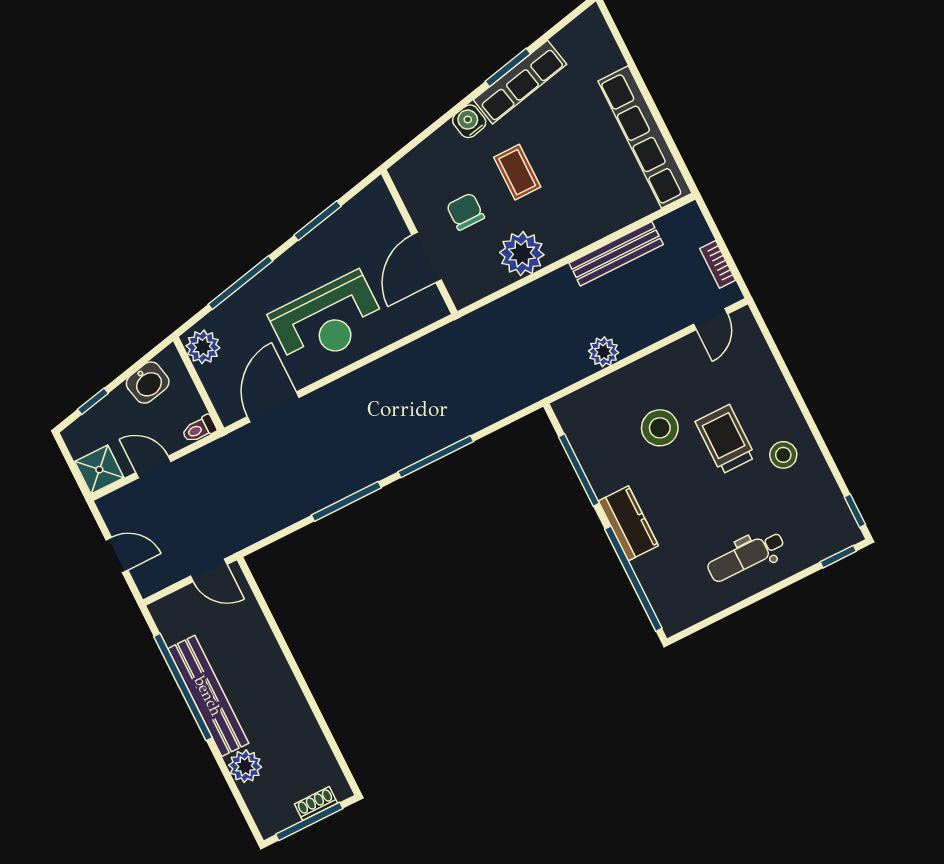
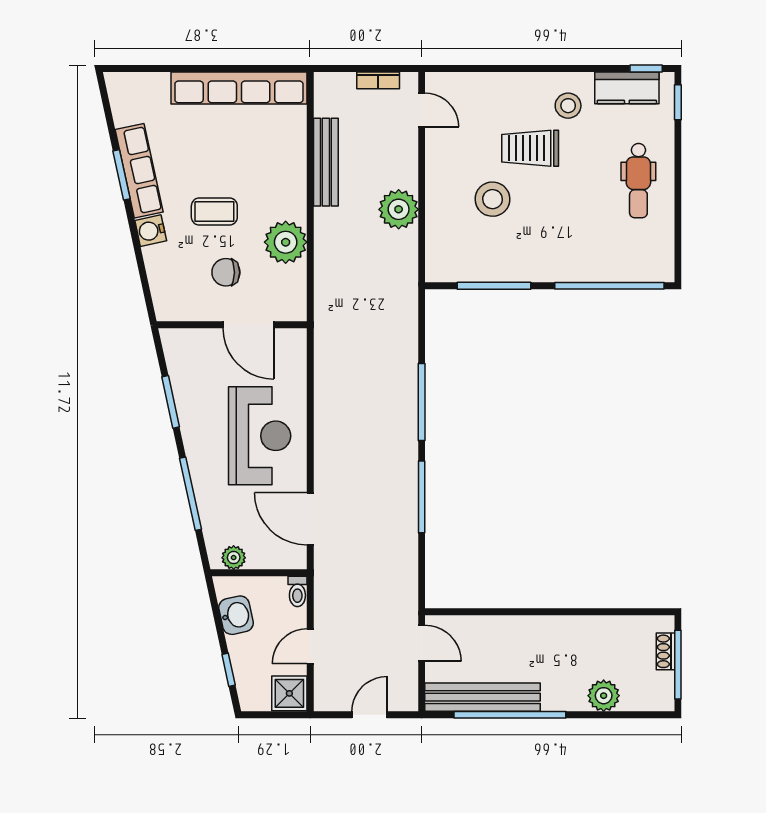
plant: (203, 347) -> (234, 558), width x0.73, depth x0.73
plant: (604, 352) -> (399, 209), width x1.36, depth x1.36
kitchen counter: (628, 523) -> (627, 88), moved, turned 180
door: (209, 570) -> (422, 643), hinge flipped
bench: (208, 696) -> (482, 697), moved

